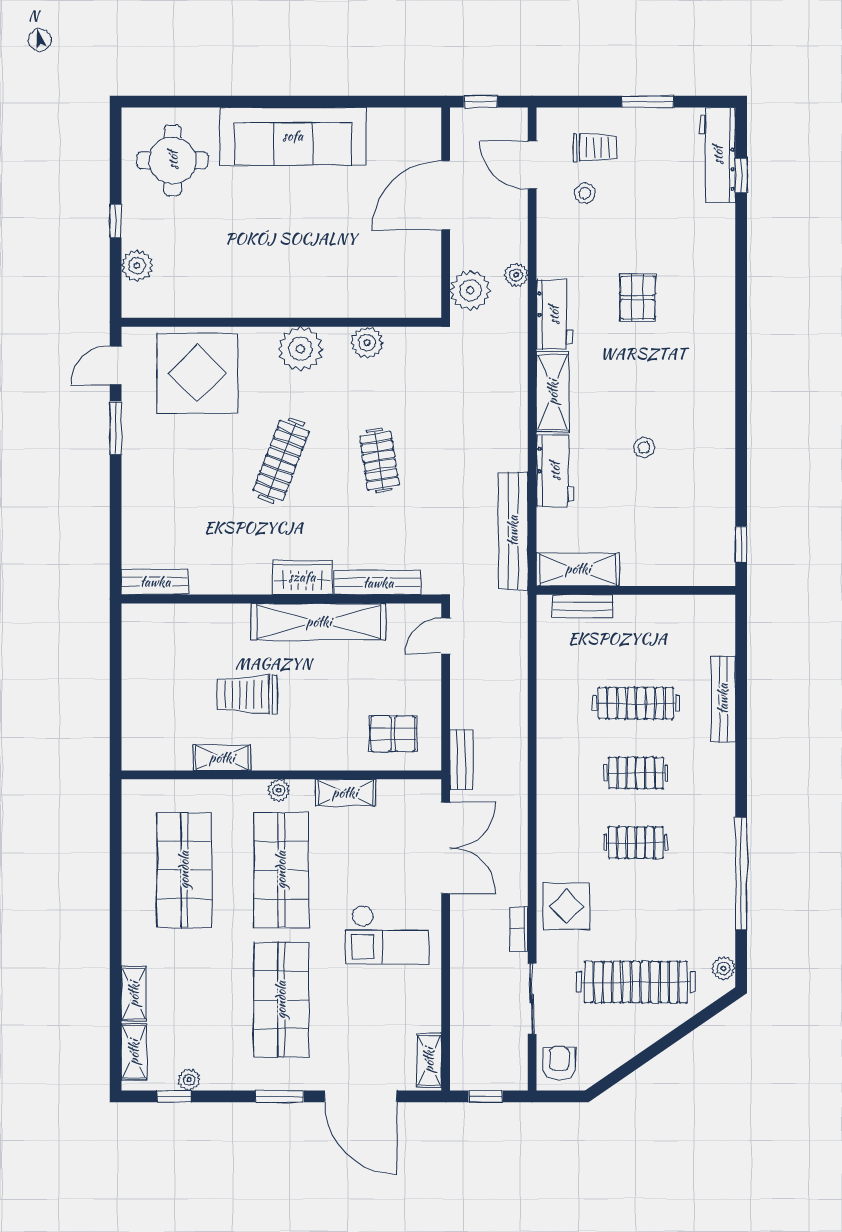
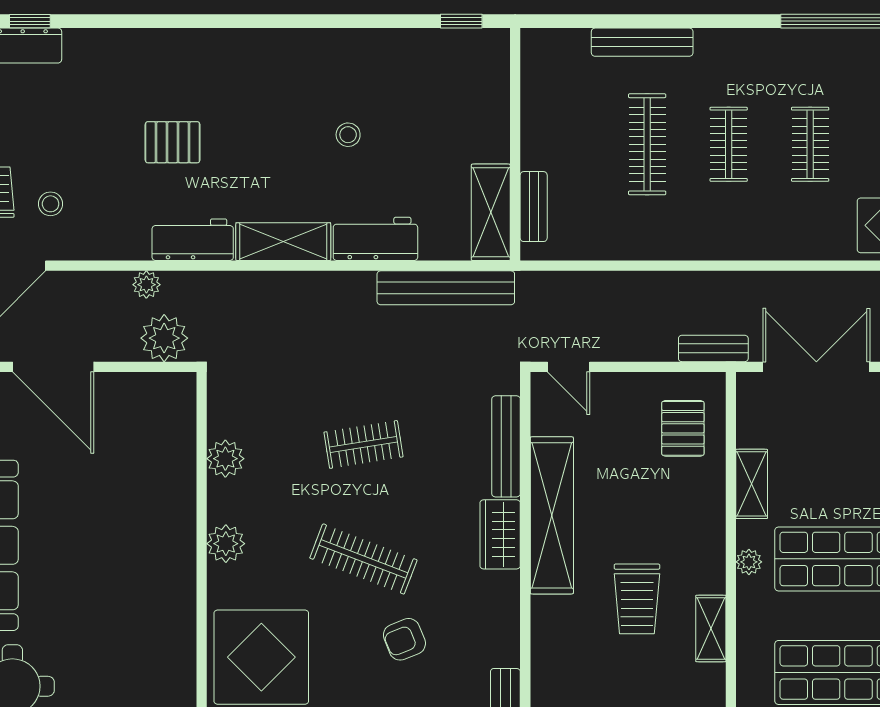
plant: (300, 349) -> (226, 544), width x0.73, depth x0.73
armchair: (213, 496) -> (404, 639), added

